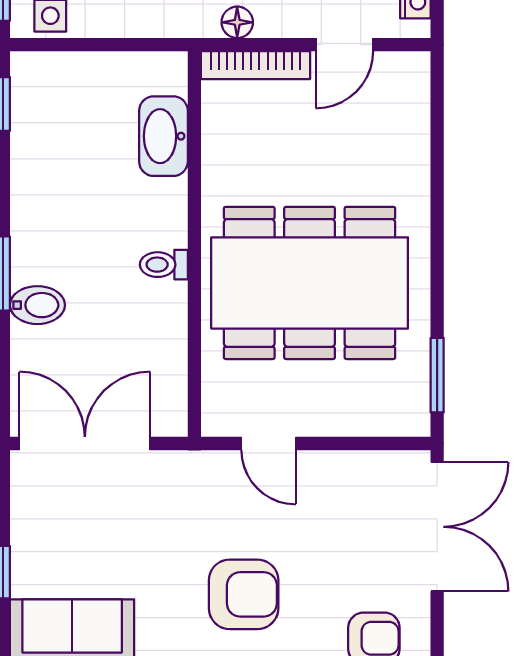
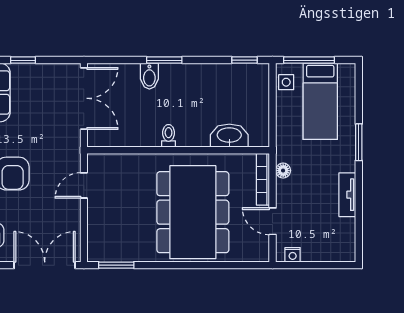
dining table: (310, 283) -> (193, 212), moved
double door: (437, 527) -> (45, 265), swing flipped

